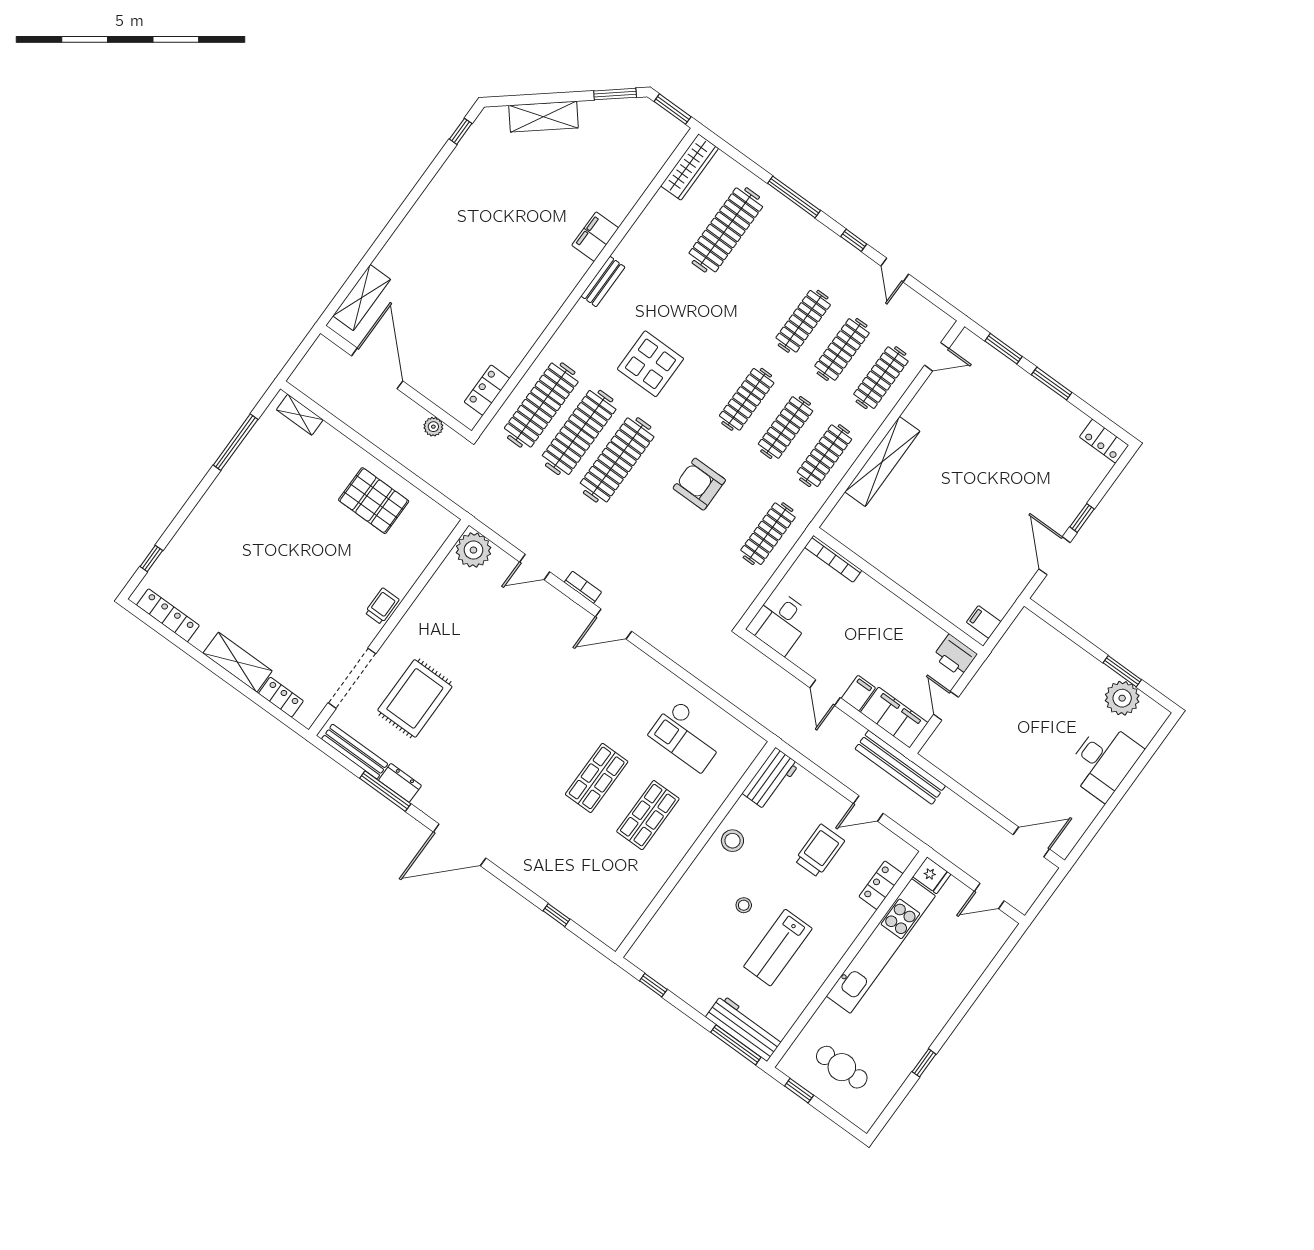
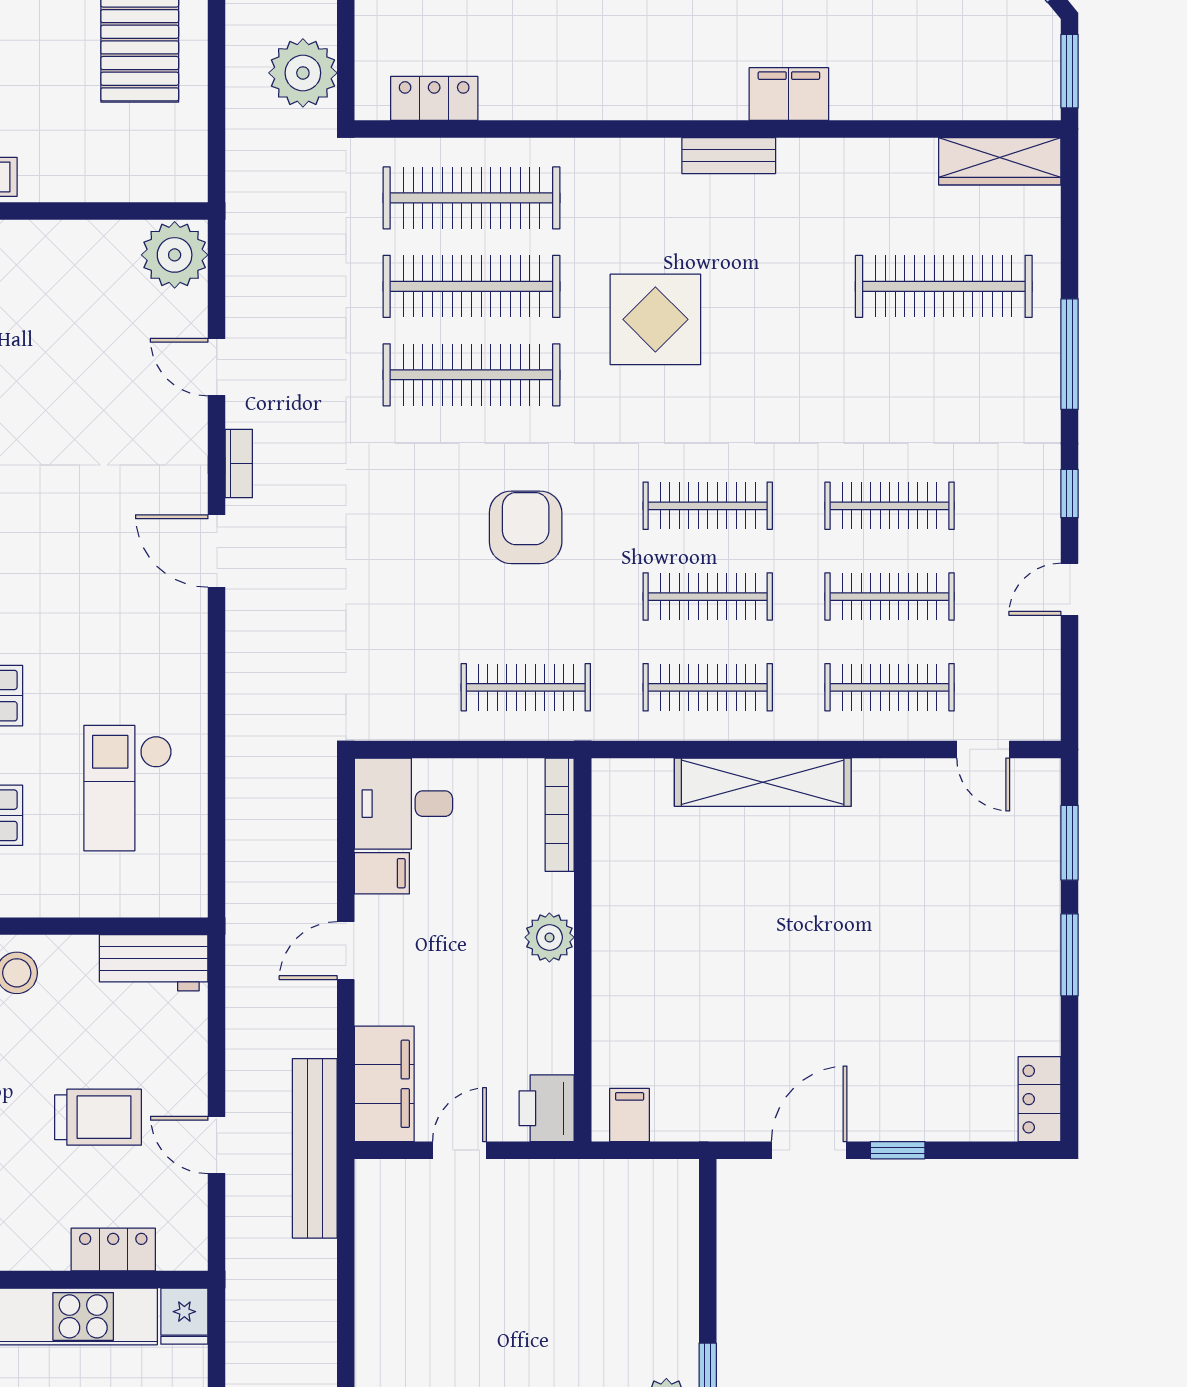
plant: (433, 427) -> (303, 73), width x1.87, depth x1.87
plant: (883, 601) -> (549, 937), added
filing cabinet: (858, 693) -> (382, 873), moved

